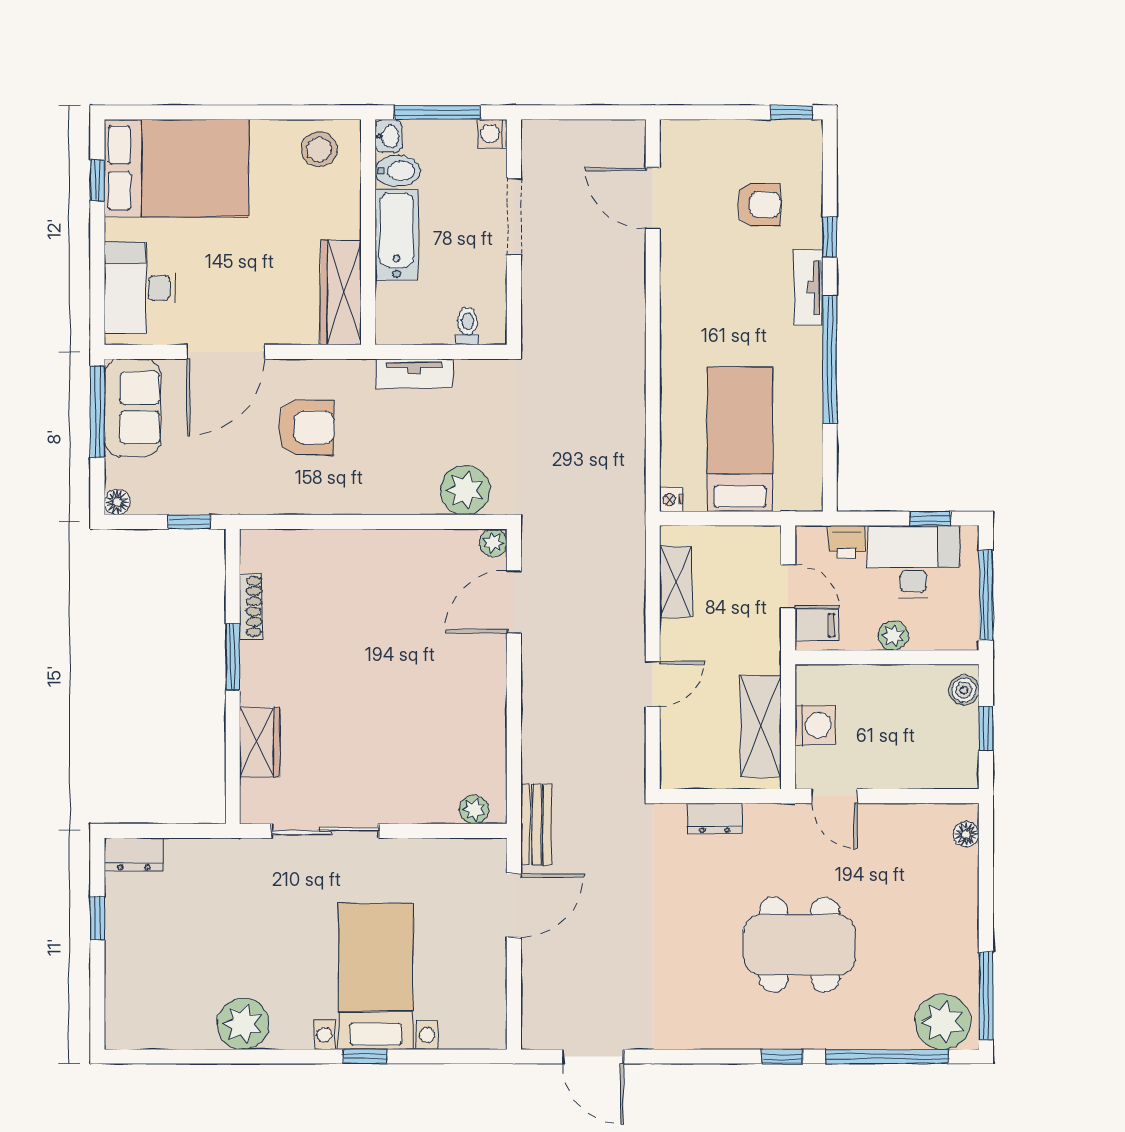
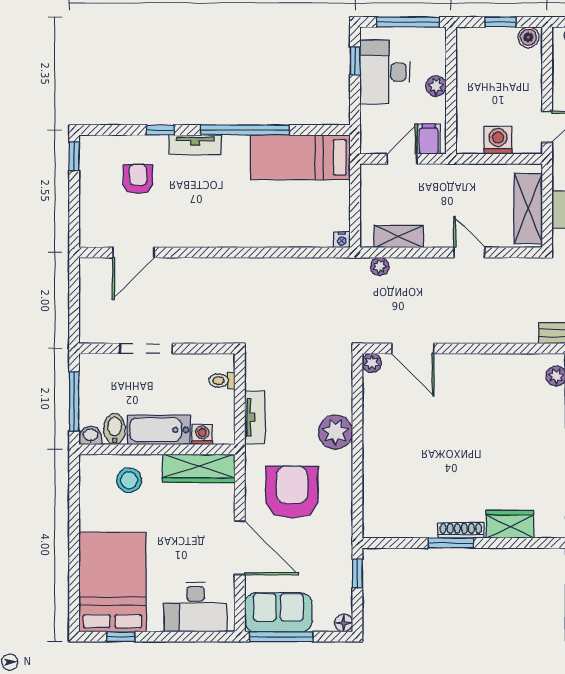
washing machine: (492, 134) -> (202, 434), moved, turned 180
stool: (319, 149) -> (129, 480), moved
armchair: (306, 427) -> (292, 492), width x1.36, depth x1.36
bed: (740, 439) -> (300, 157), moved
plant: (465, 490) -> (335, 432), moved
printer: (846, 542) -> (371, 118), removed
plant: (633, 554) -> (380, 266), added
shoe rack: (251, 606) -> (461, 530), moved
boiler: (964, 690) -> (528, 37), moved
shelving: (761, 726) -> (528, 208), moved, turned 90

